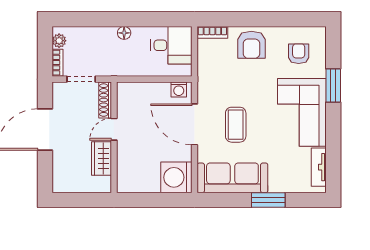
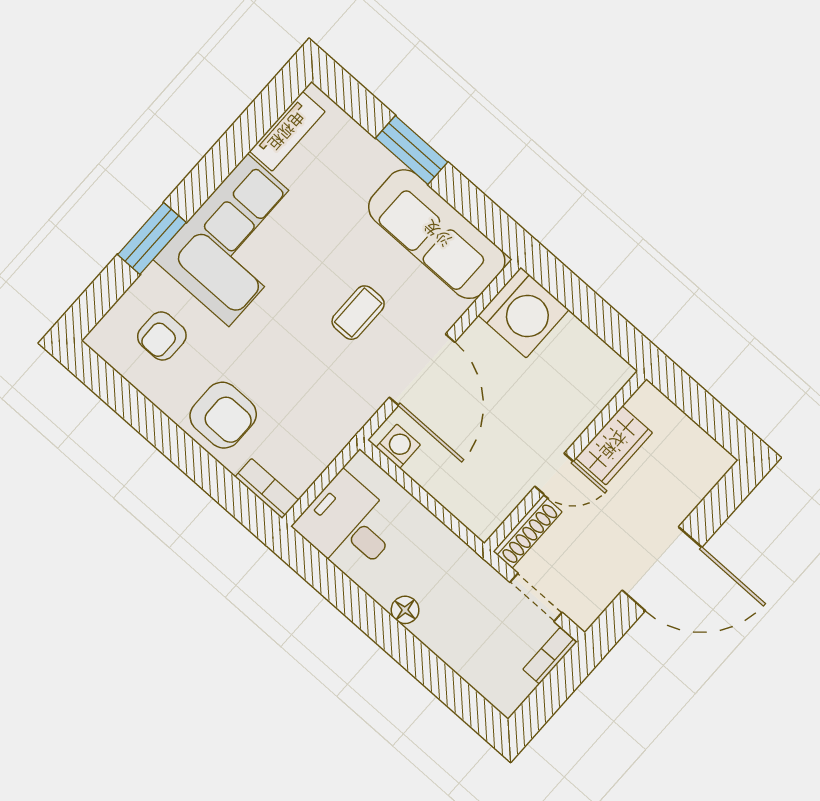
plant: (59, 41) -> (517, 688), removed
armchair: (251, 45) -> (223, 415), turned 90
coffee table: (236, 125) -> (358, 313), width x0.73, depth x0.77

